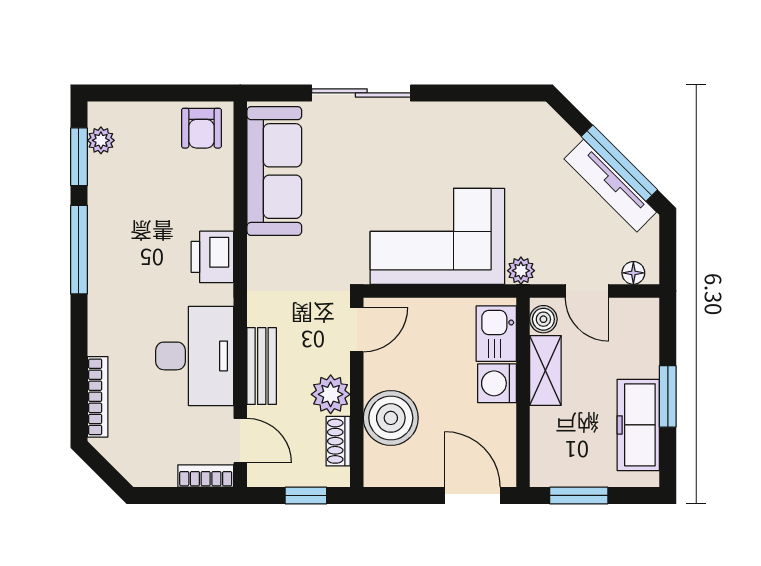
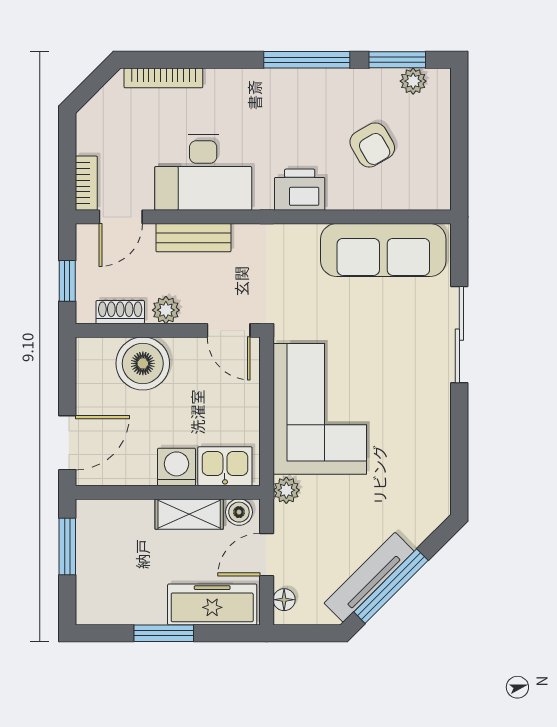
armchair: (201, 128) -> (372, 145), moved, turned -120
plant: (331, 394) -> (166, 310), width x0.73, depth x0.73
freezer: (638, 425) -> (212, 604), moved

